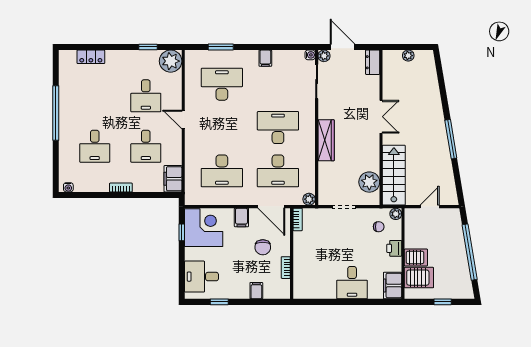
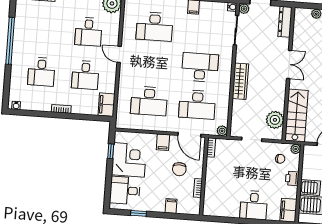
dresser: (373, 62) -> (285, 22), width x1.44
desk: (222, 84) -> (154, 27), turned 180
corner desk: (204, 228) -> (129, 160), moved

